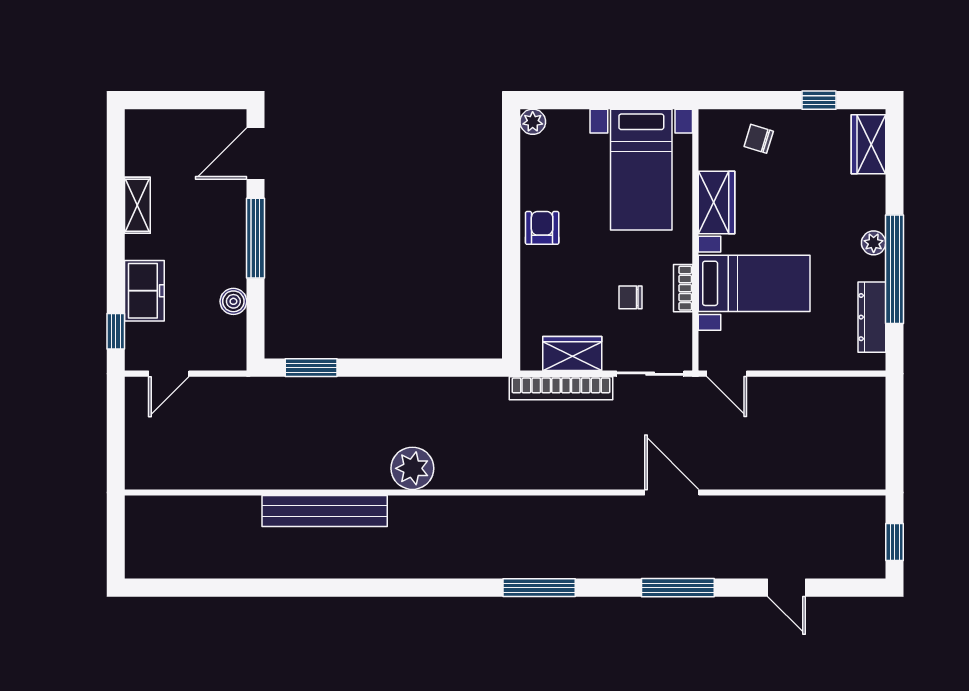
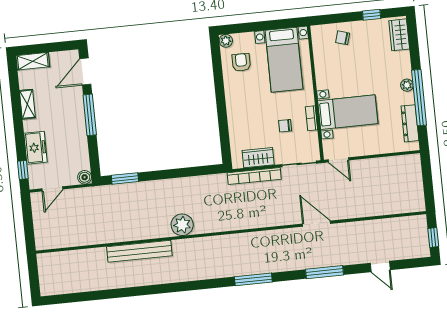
shelving: (156, 123) -> (33, 61), added
wardrobe: (717, 203) -> (324, 73), removed
armchair: (542, 228) -> (241, 62), moved
boiler: (233, 301) -> (85, 177), moved

